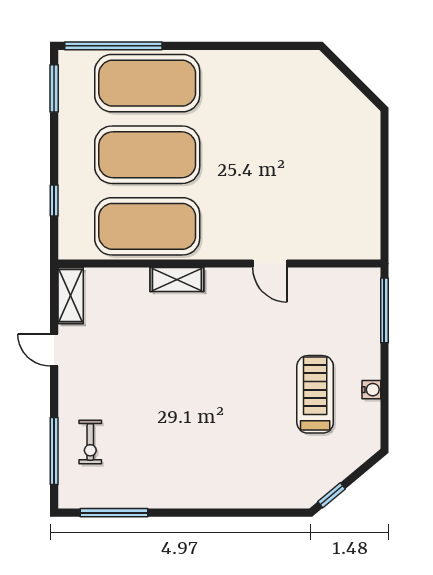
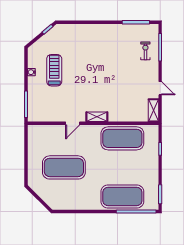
exercise mat: (147, 155) -> (64, 167), moved
door: (270, 264) -> (73, 123), swing flipped
shelving: (177, 280) -> (97, 117), moved
treadmill: (315, 394) -> (54, 70), turned 180

